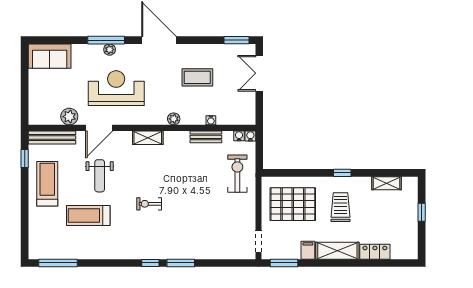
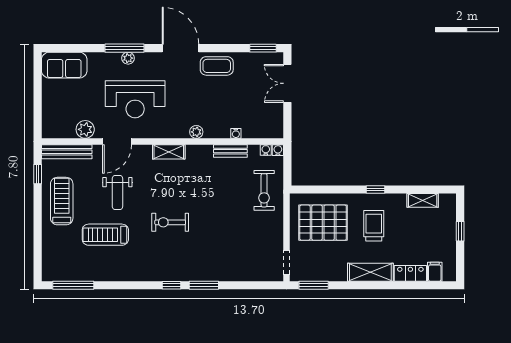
coffee table: (197, 77) -> (217, 66), moved
reception desk: (116, 88) -> (135, 99), turned 180
exercise bike: (237, 174) -> (264, 190), turned 180
exercise bike: (149, 204) -> (170, 222), width x1.38, depth x1.39
filing cabinet: (308, 250) -> (435, 272), moved

